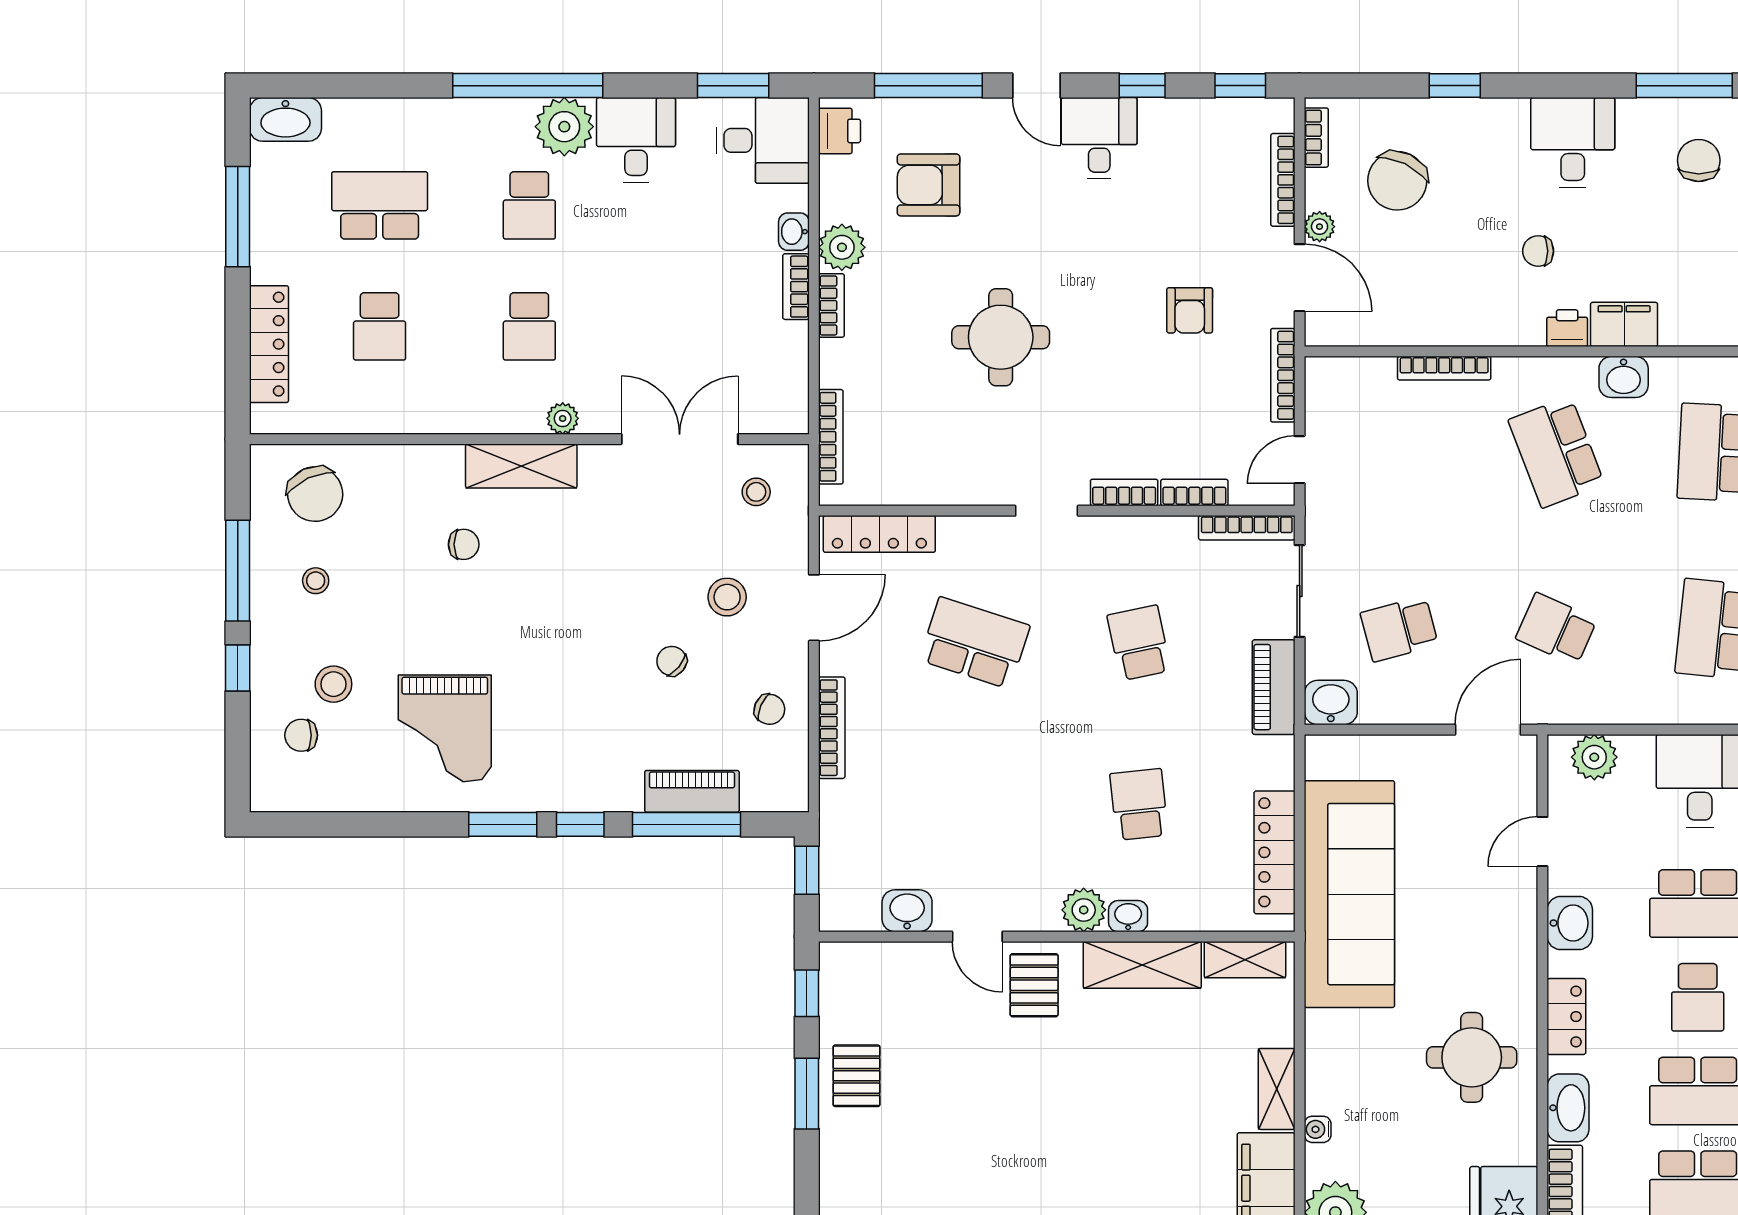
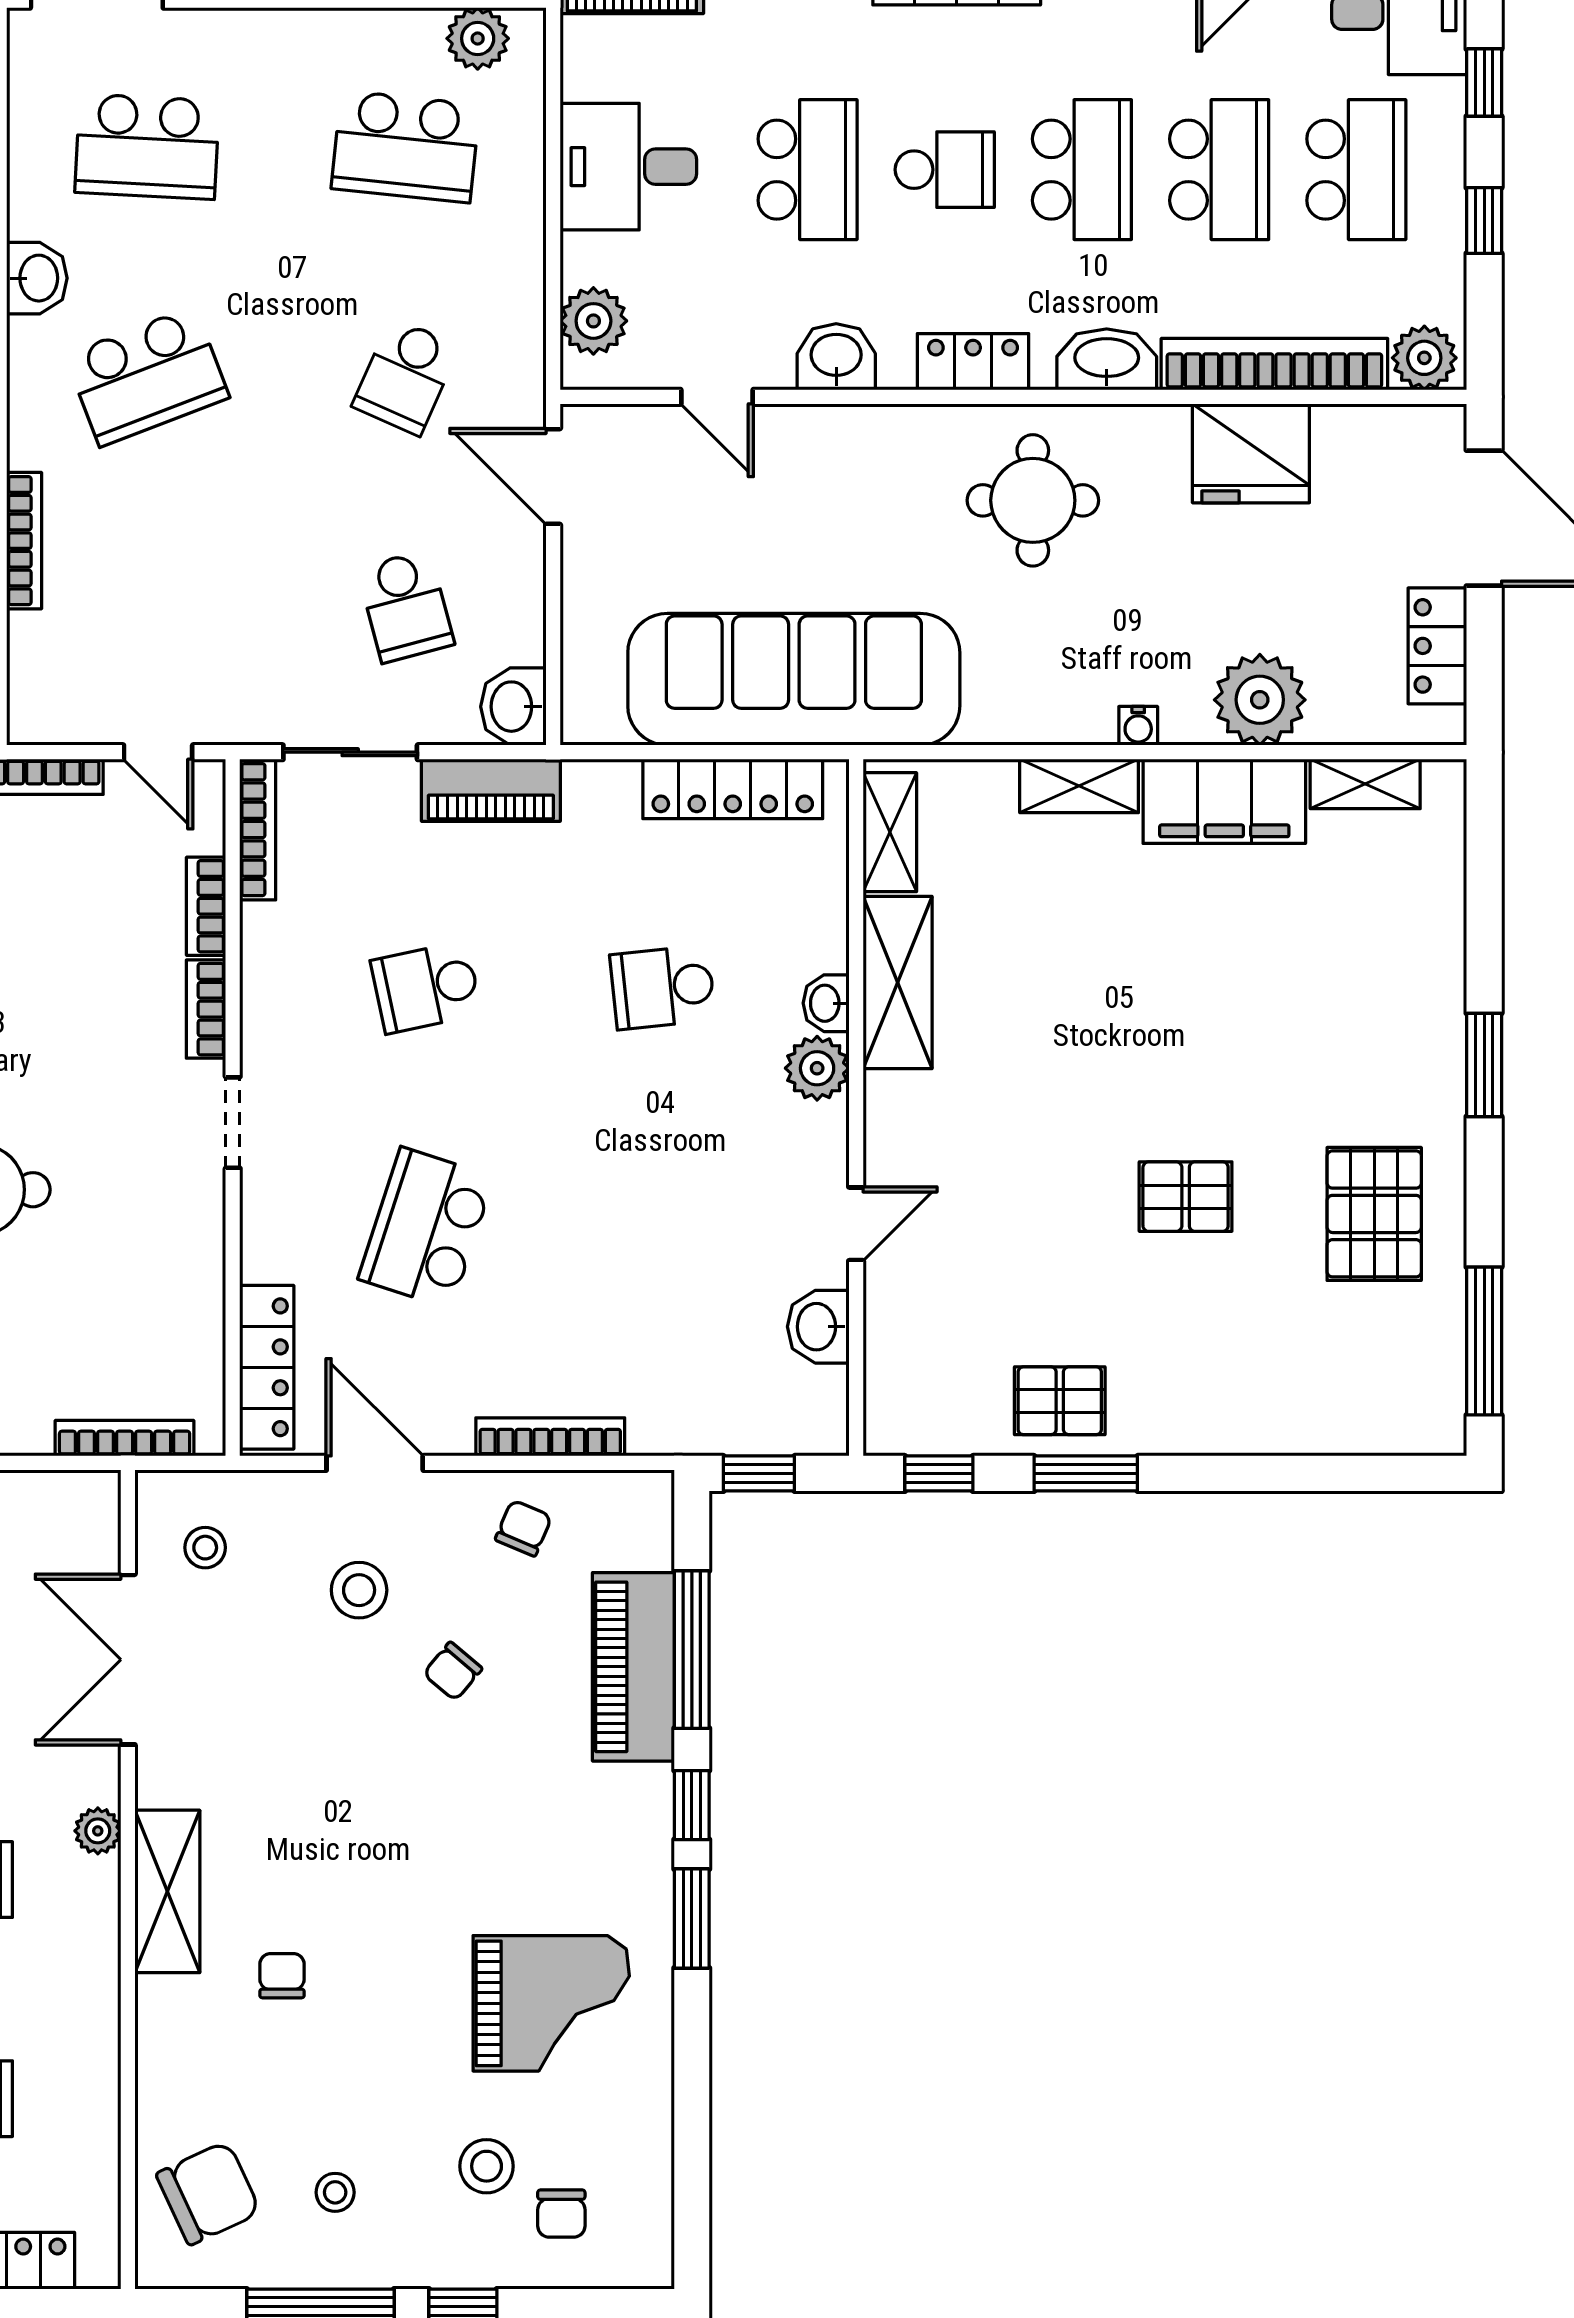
piano: (692, 791) -> (633, 1667), width x1.37, depth x1.33
pallet: (1034, 985) -> (1186, 1197), moved

